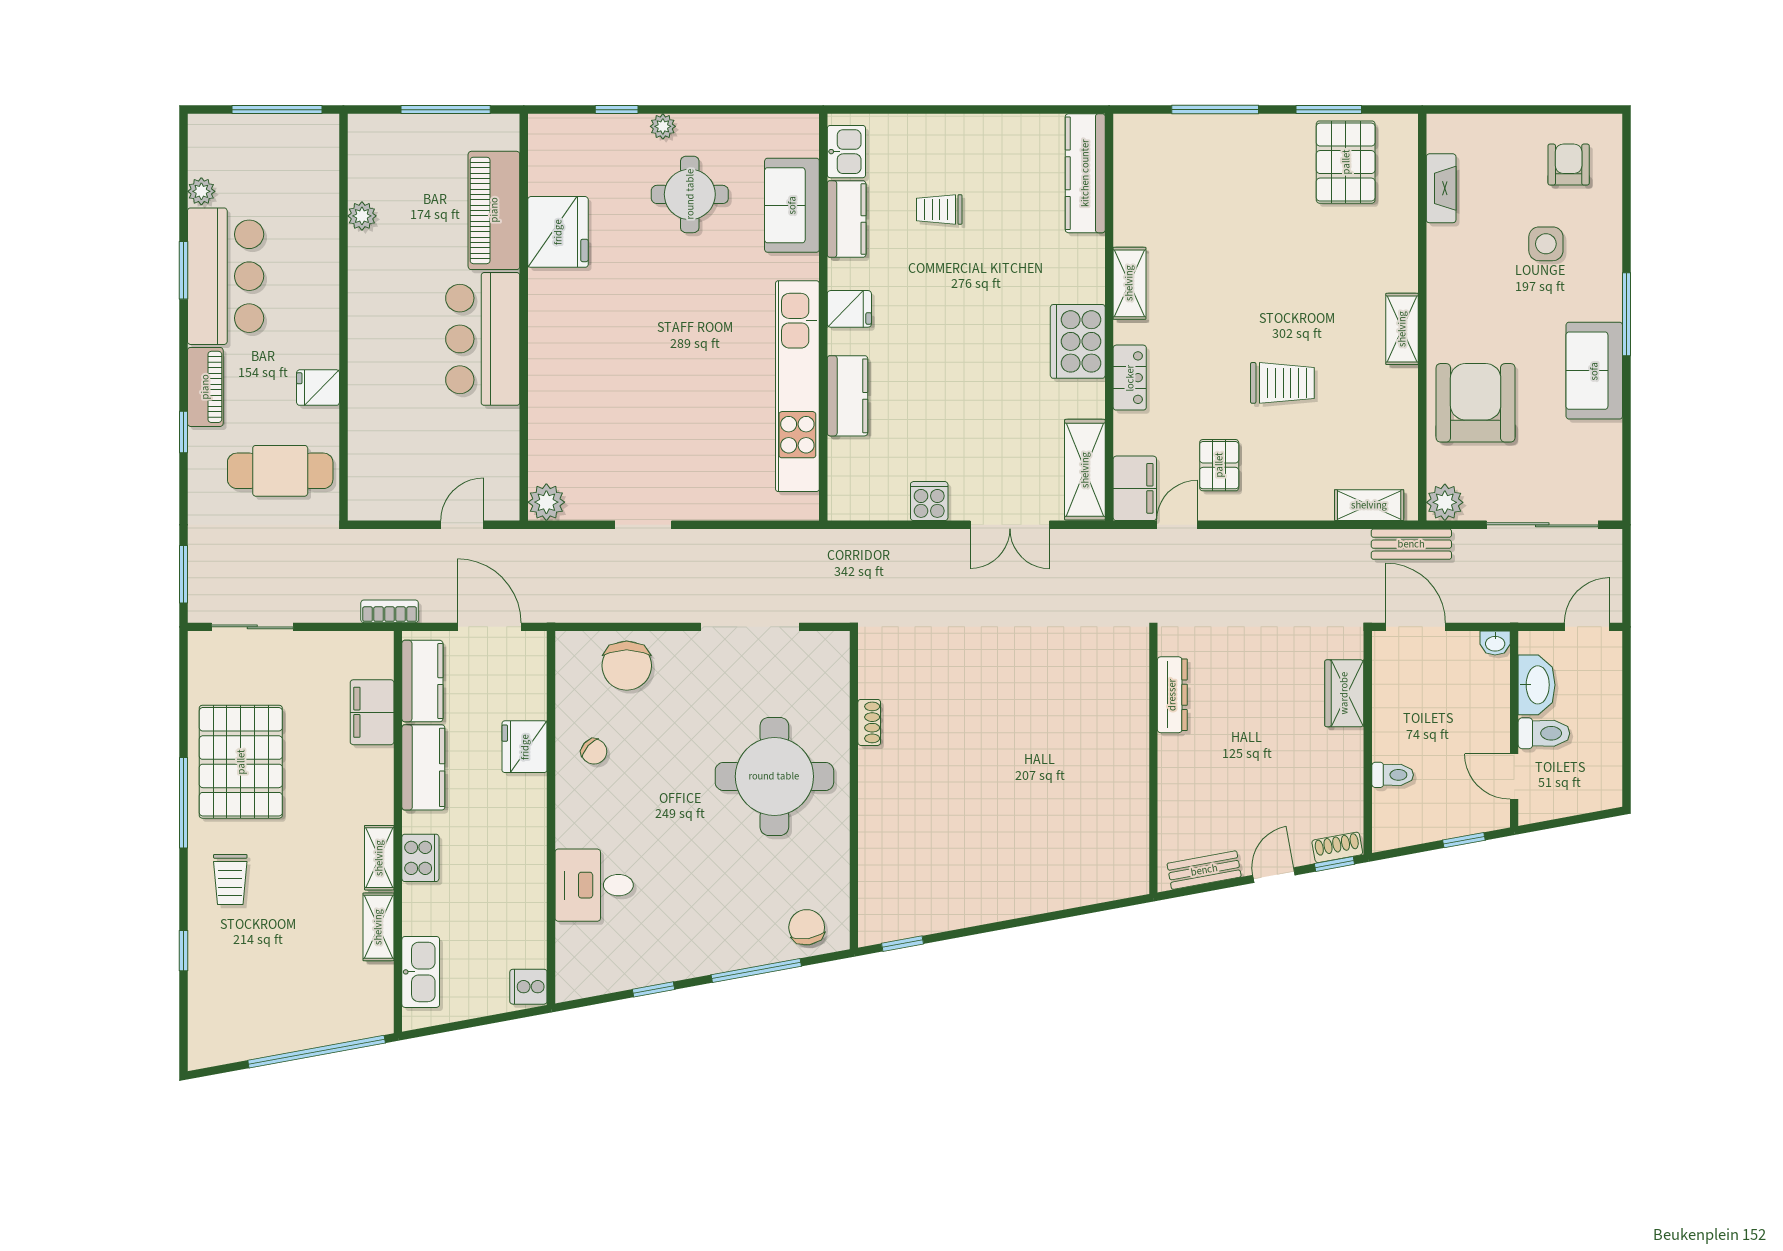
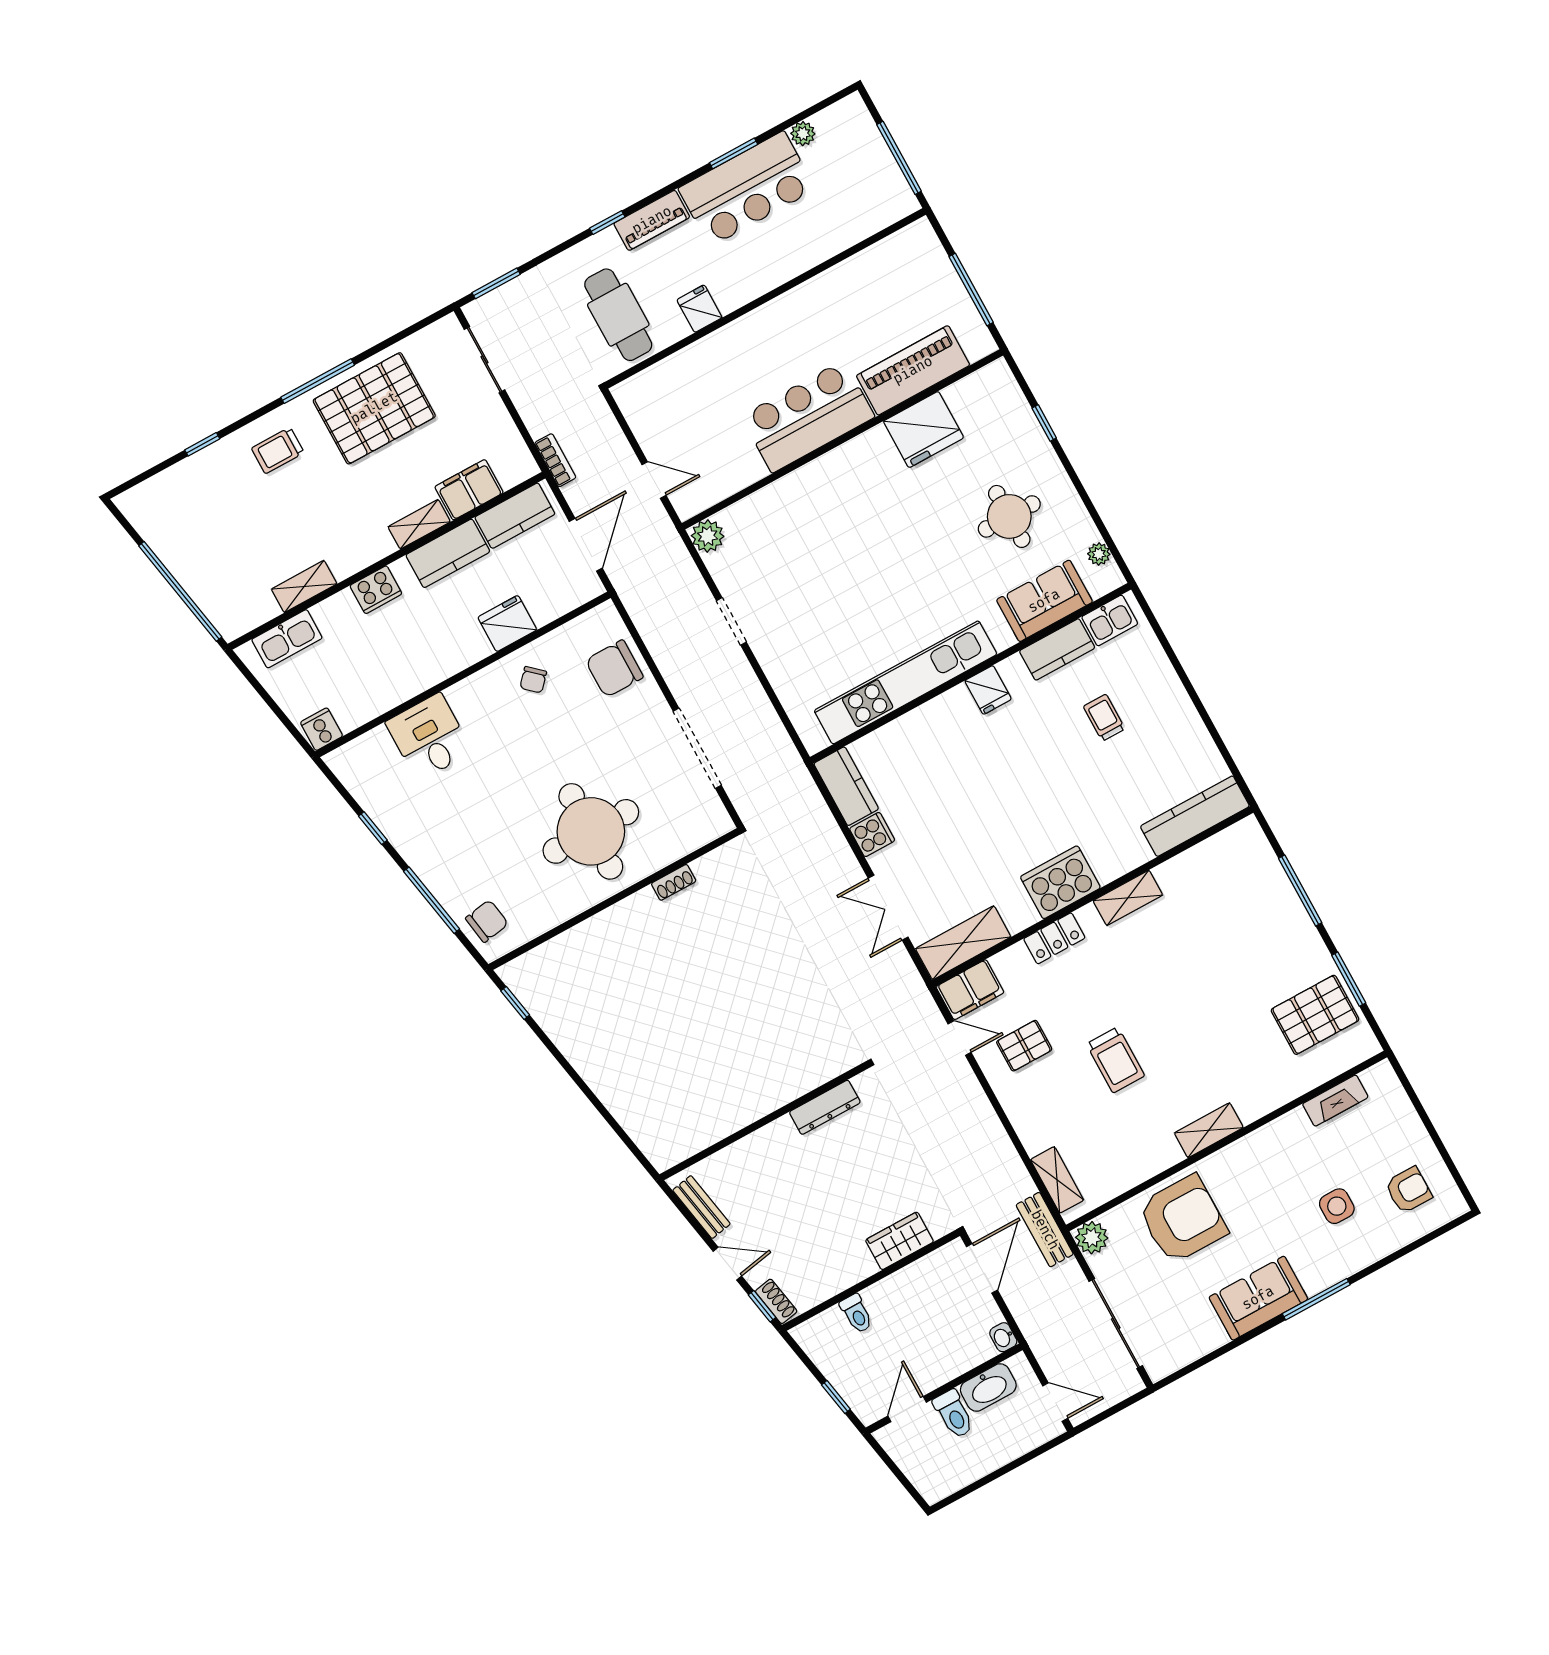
plant: (663, 126) -> (1099, 554), moved
plant: (362, 216) -> (852, 270), removed
kitchen counter: (847, 396) -> (846, 786), moved, turned -90
shelving: (379, 858) -> (419, 524), moved

